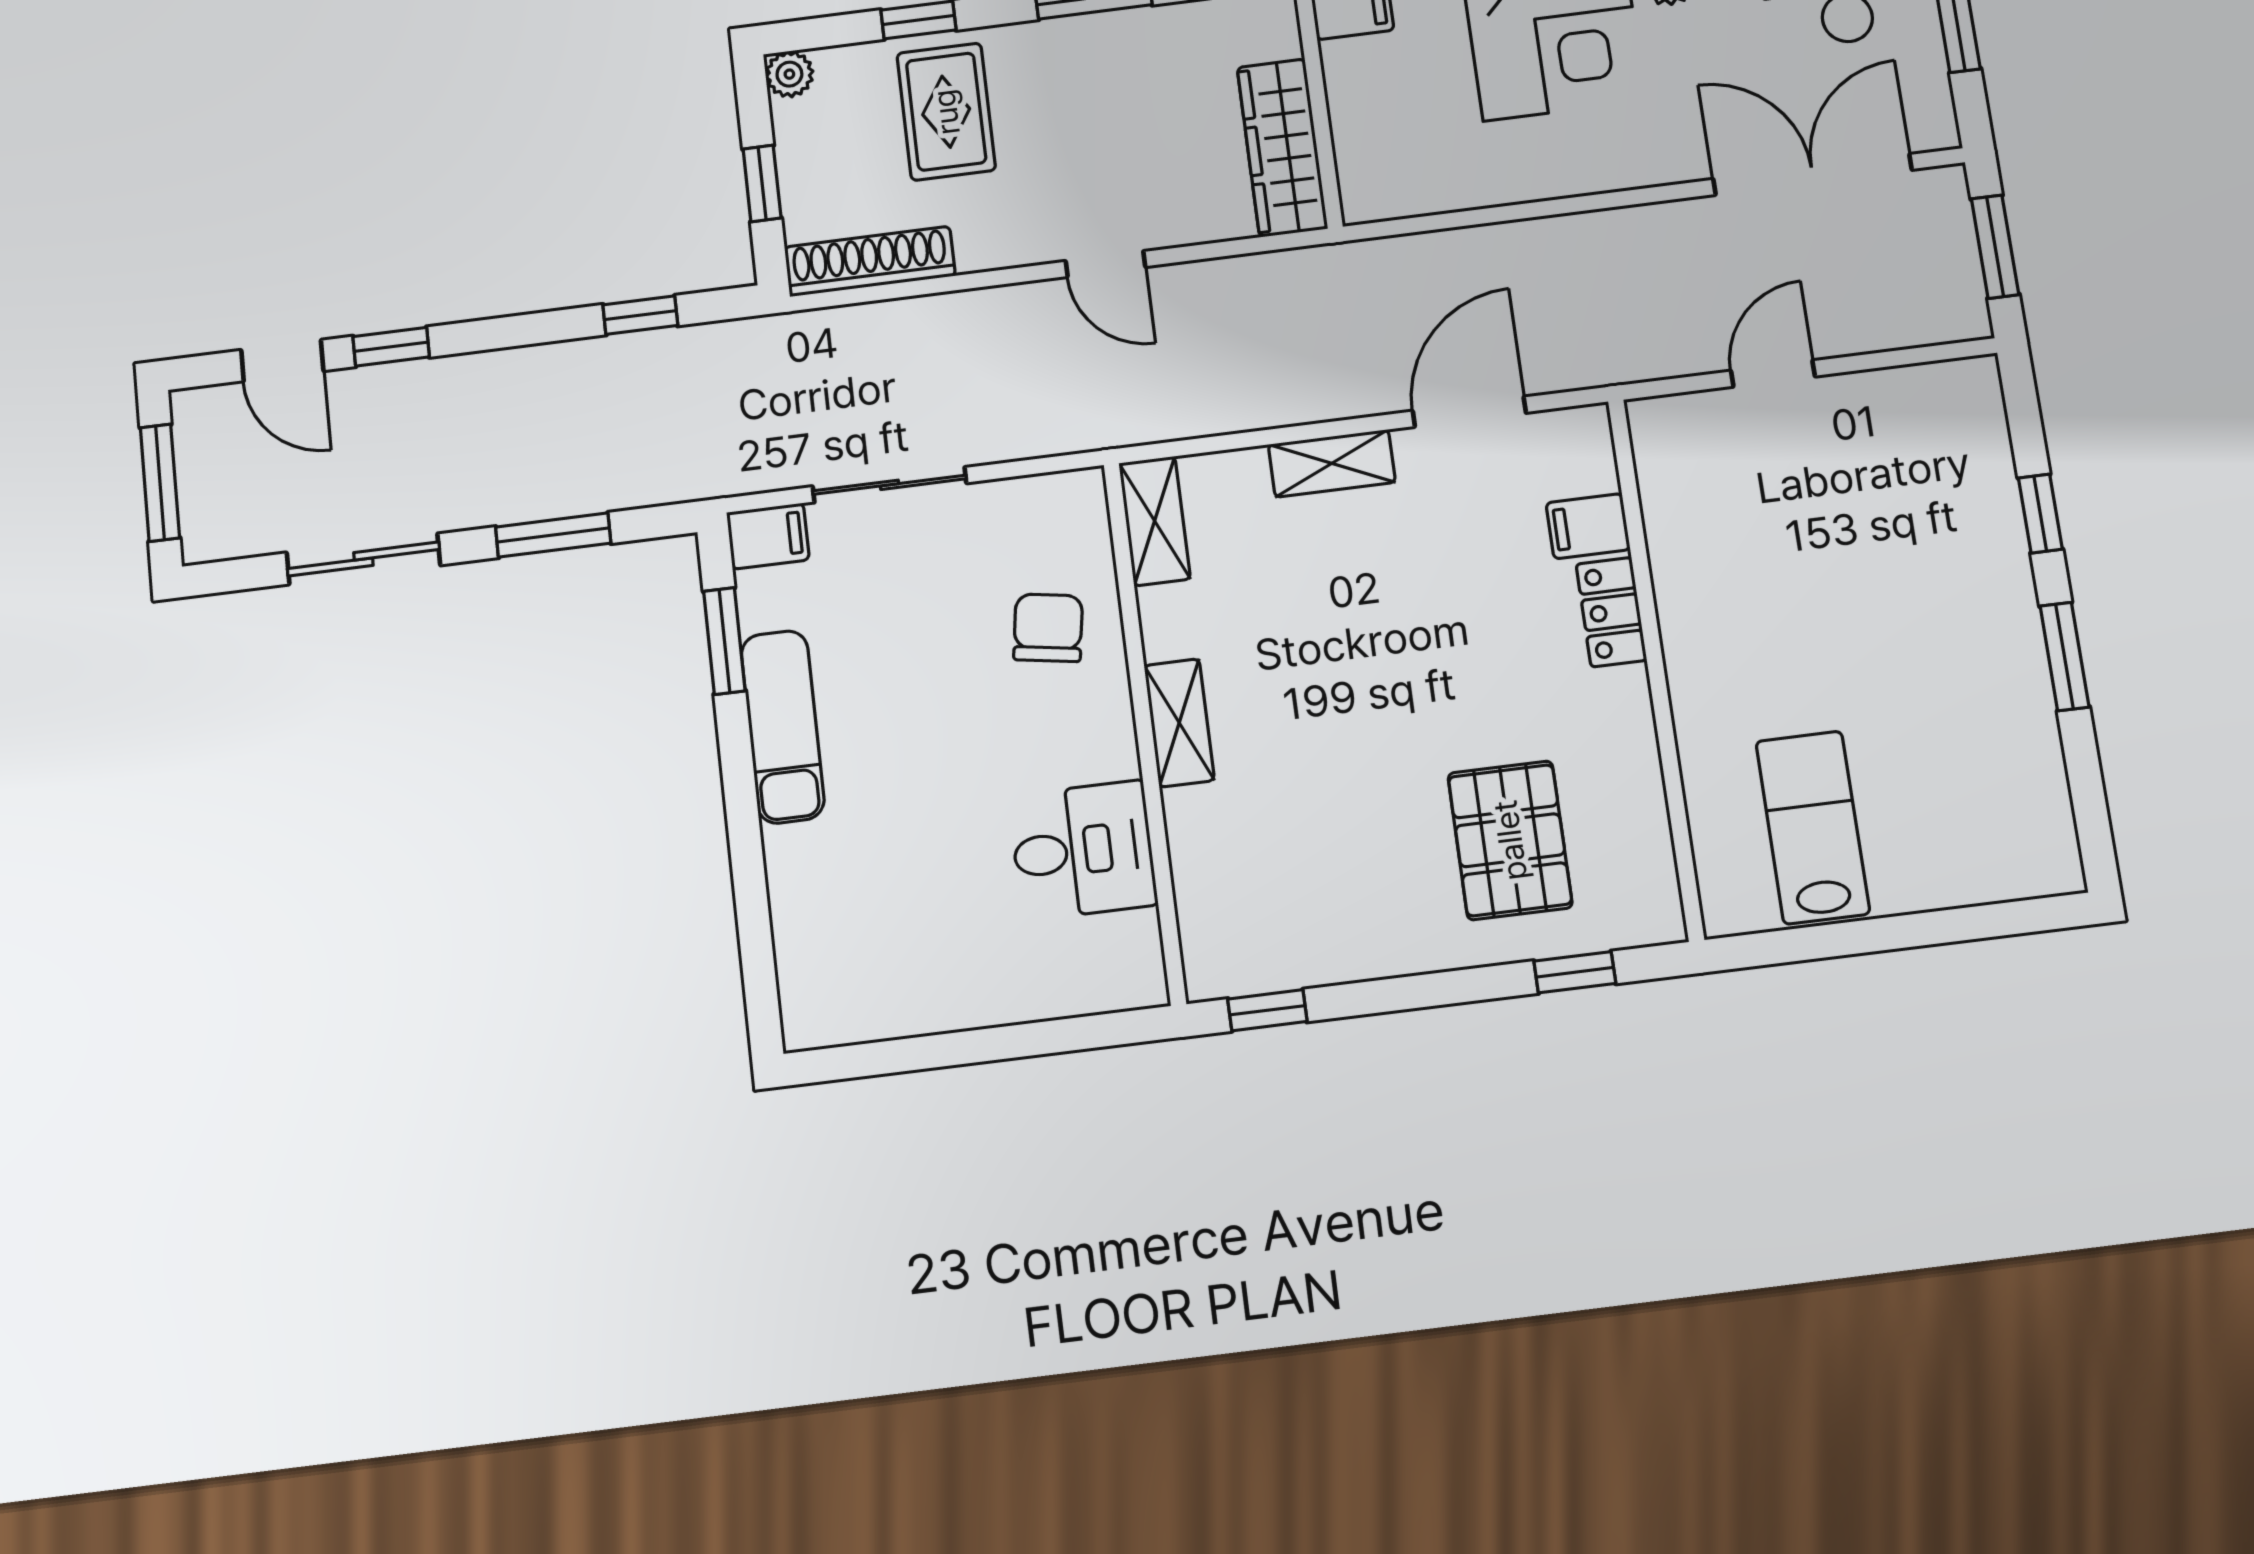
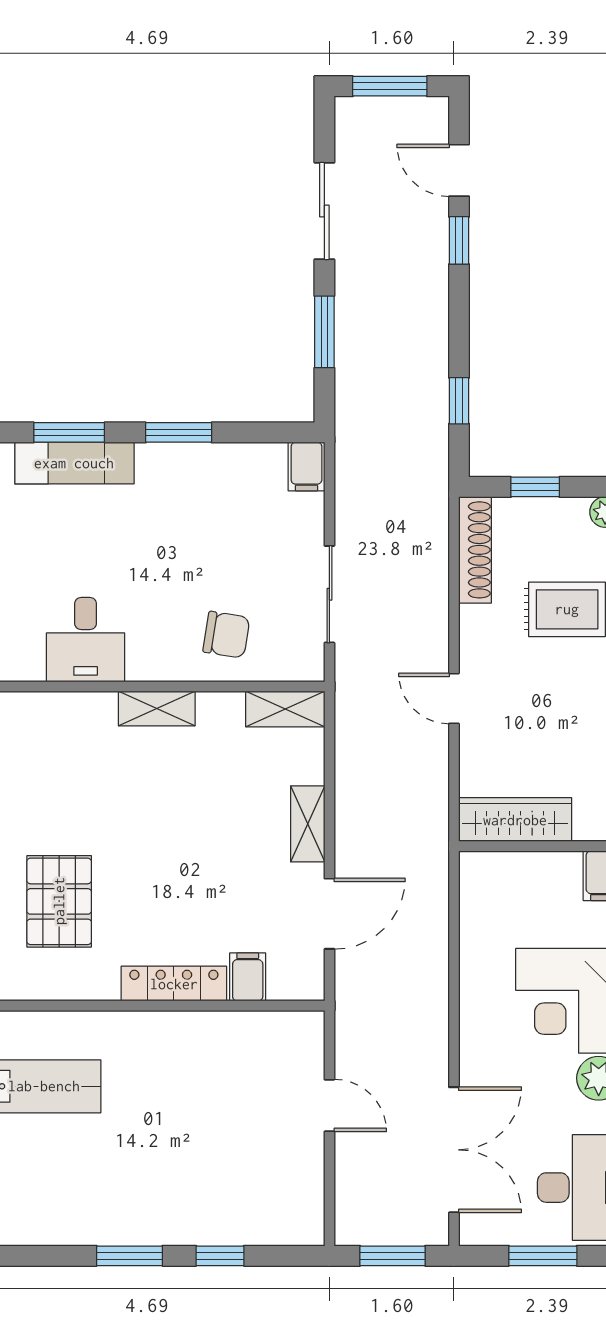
door: (1105, 264) -> (454, 698), hinge flipped
door: (282, 361) -> (459, 170), hinge flipped
door: (1469, 412) -> (329, 914), hinge flipped
sliding door: (889, 485) -> (329, 594), moved
locker: (1611, 612) -> (174, 984), width x1.53
window: (724, 641) -> (179, 432), moved
exam couch: (783, 727) -> (74, 463), moved
pallet: (1510, 840) -> (59, 901), turned 90
window: (753, 918) -> (69, 432), added

